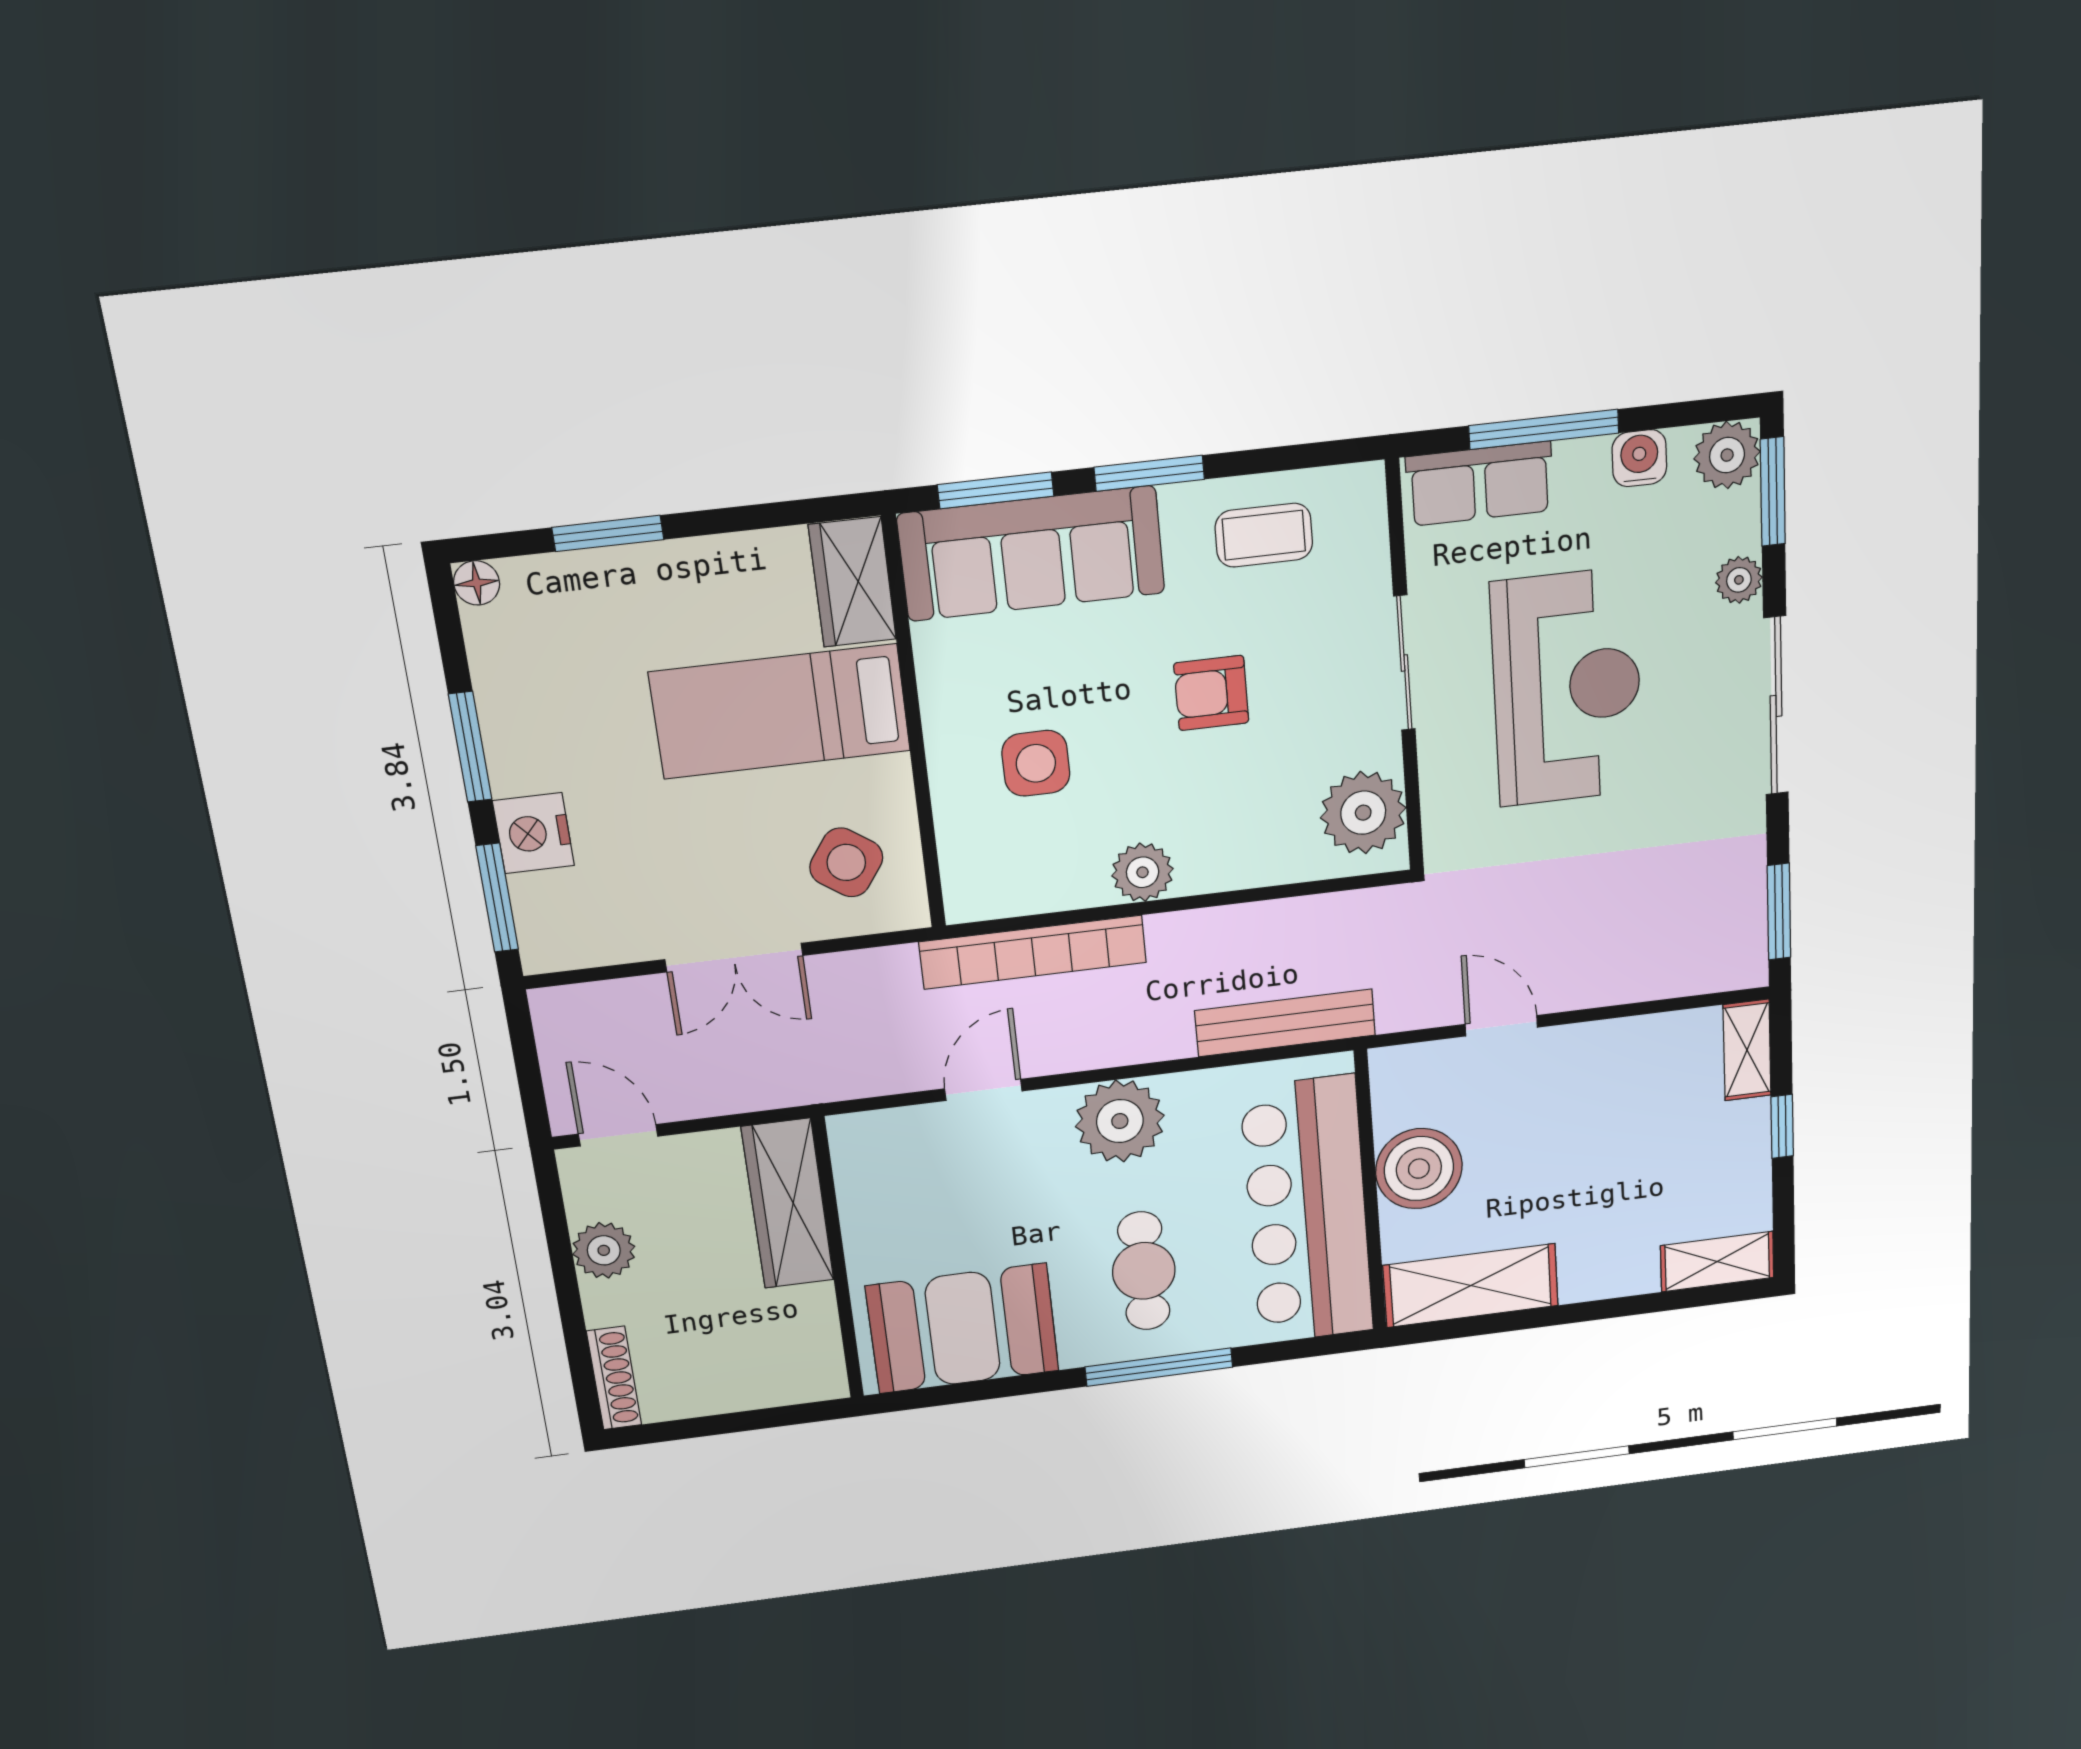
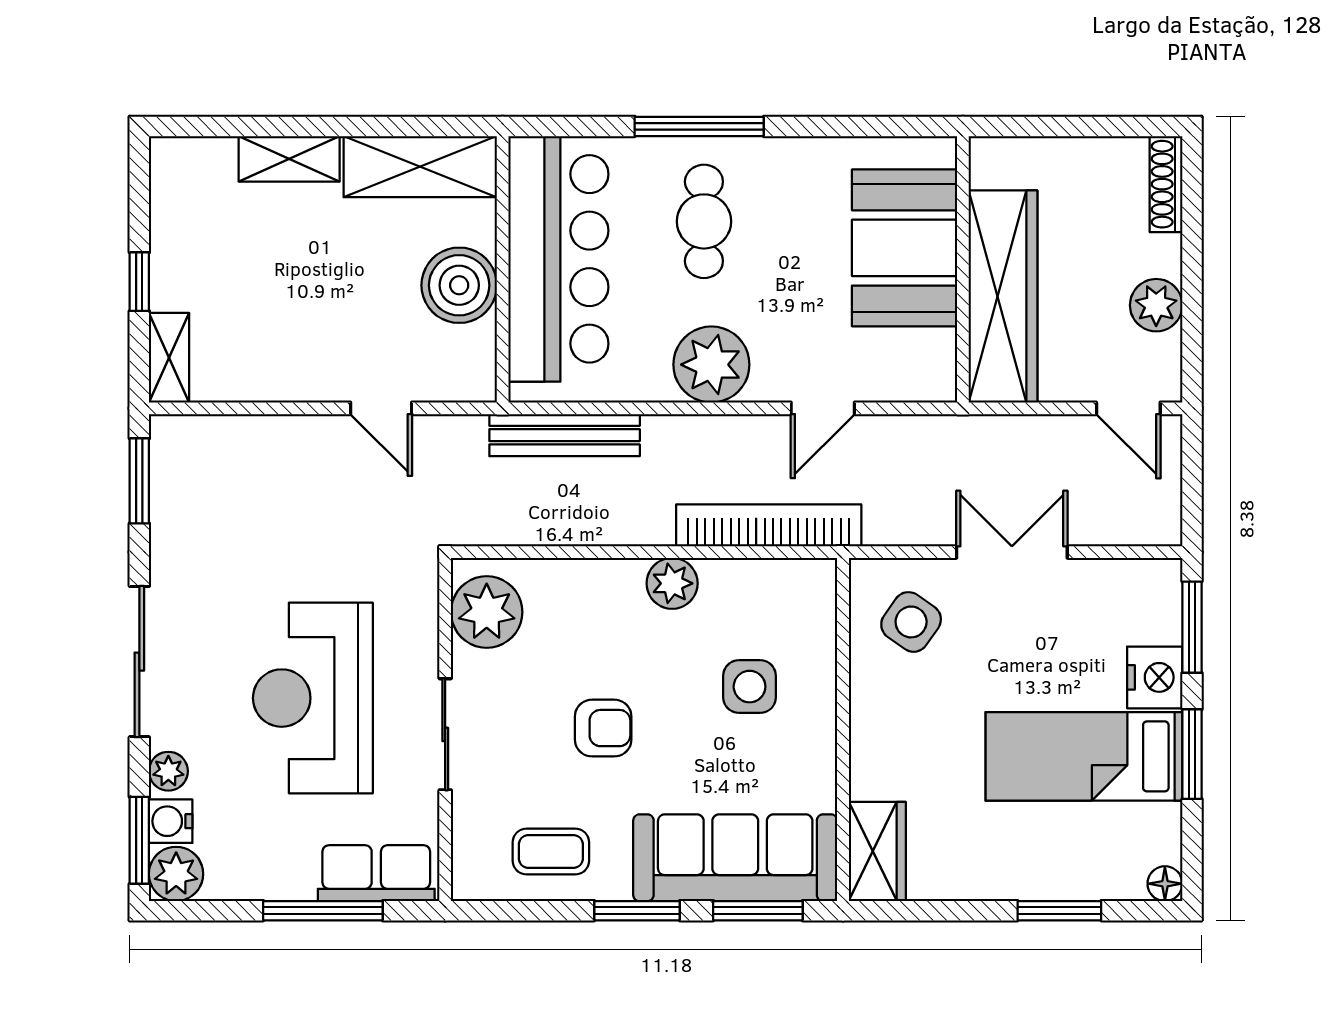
water cooler: (1639, 458) -> (171, 821), moved, turned 90
bed: (780, 712) -> (1084, 756), moved, turned 180
wardrobe: (788, 1204) -> (1003, 297), width x1.40, depth x1.17
shelving: (1717, 1262) -> (289, 159), moved
booth: (963, 1328) -> (904, 248), moved, turned 90

